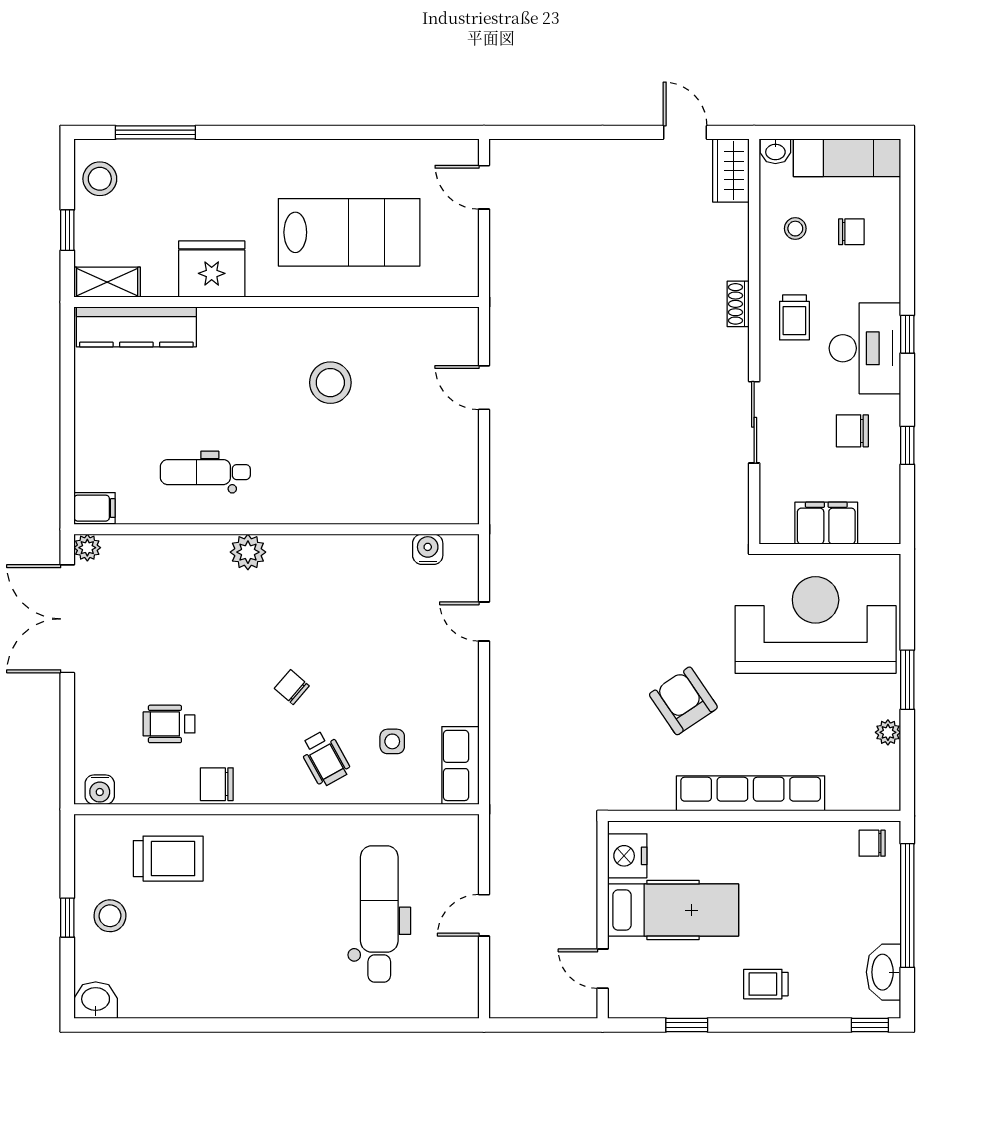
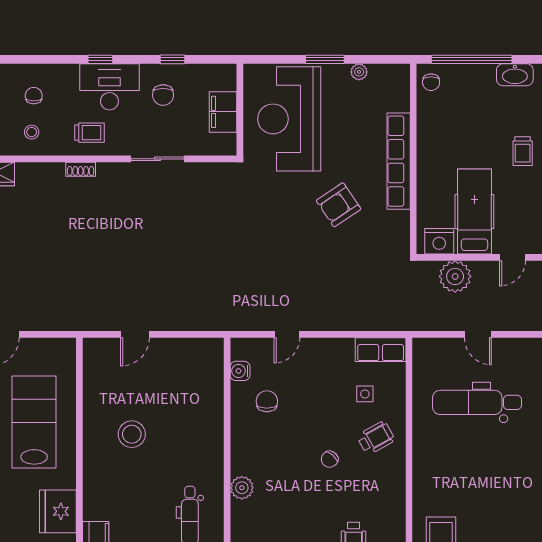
chair: (217, 784) -> (267, 401), moved, turned 180
plant: (573, 880) -> (455, 276), added

